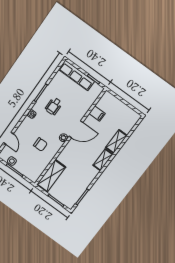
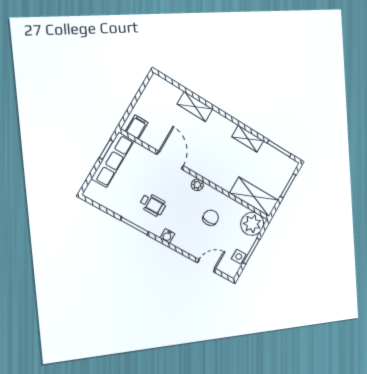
row of seats: (77, 75) -> (113, 160), moved
filing cabinet: (97, 114) -> (137, 127), moved
door: (76, 129) -> (170, 160), moved
shelving: (103, 160) -> (248, 139), moved
plant: (33, 173) -> (252, 224), added

